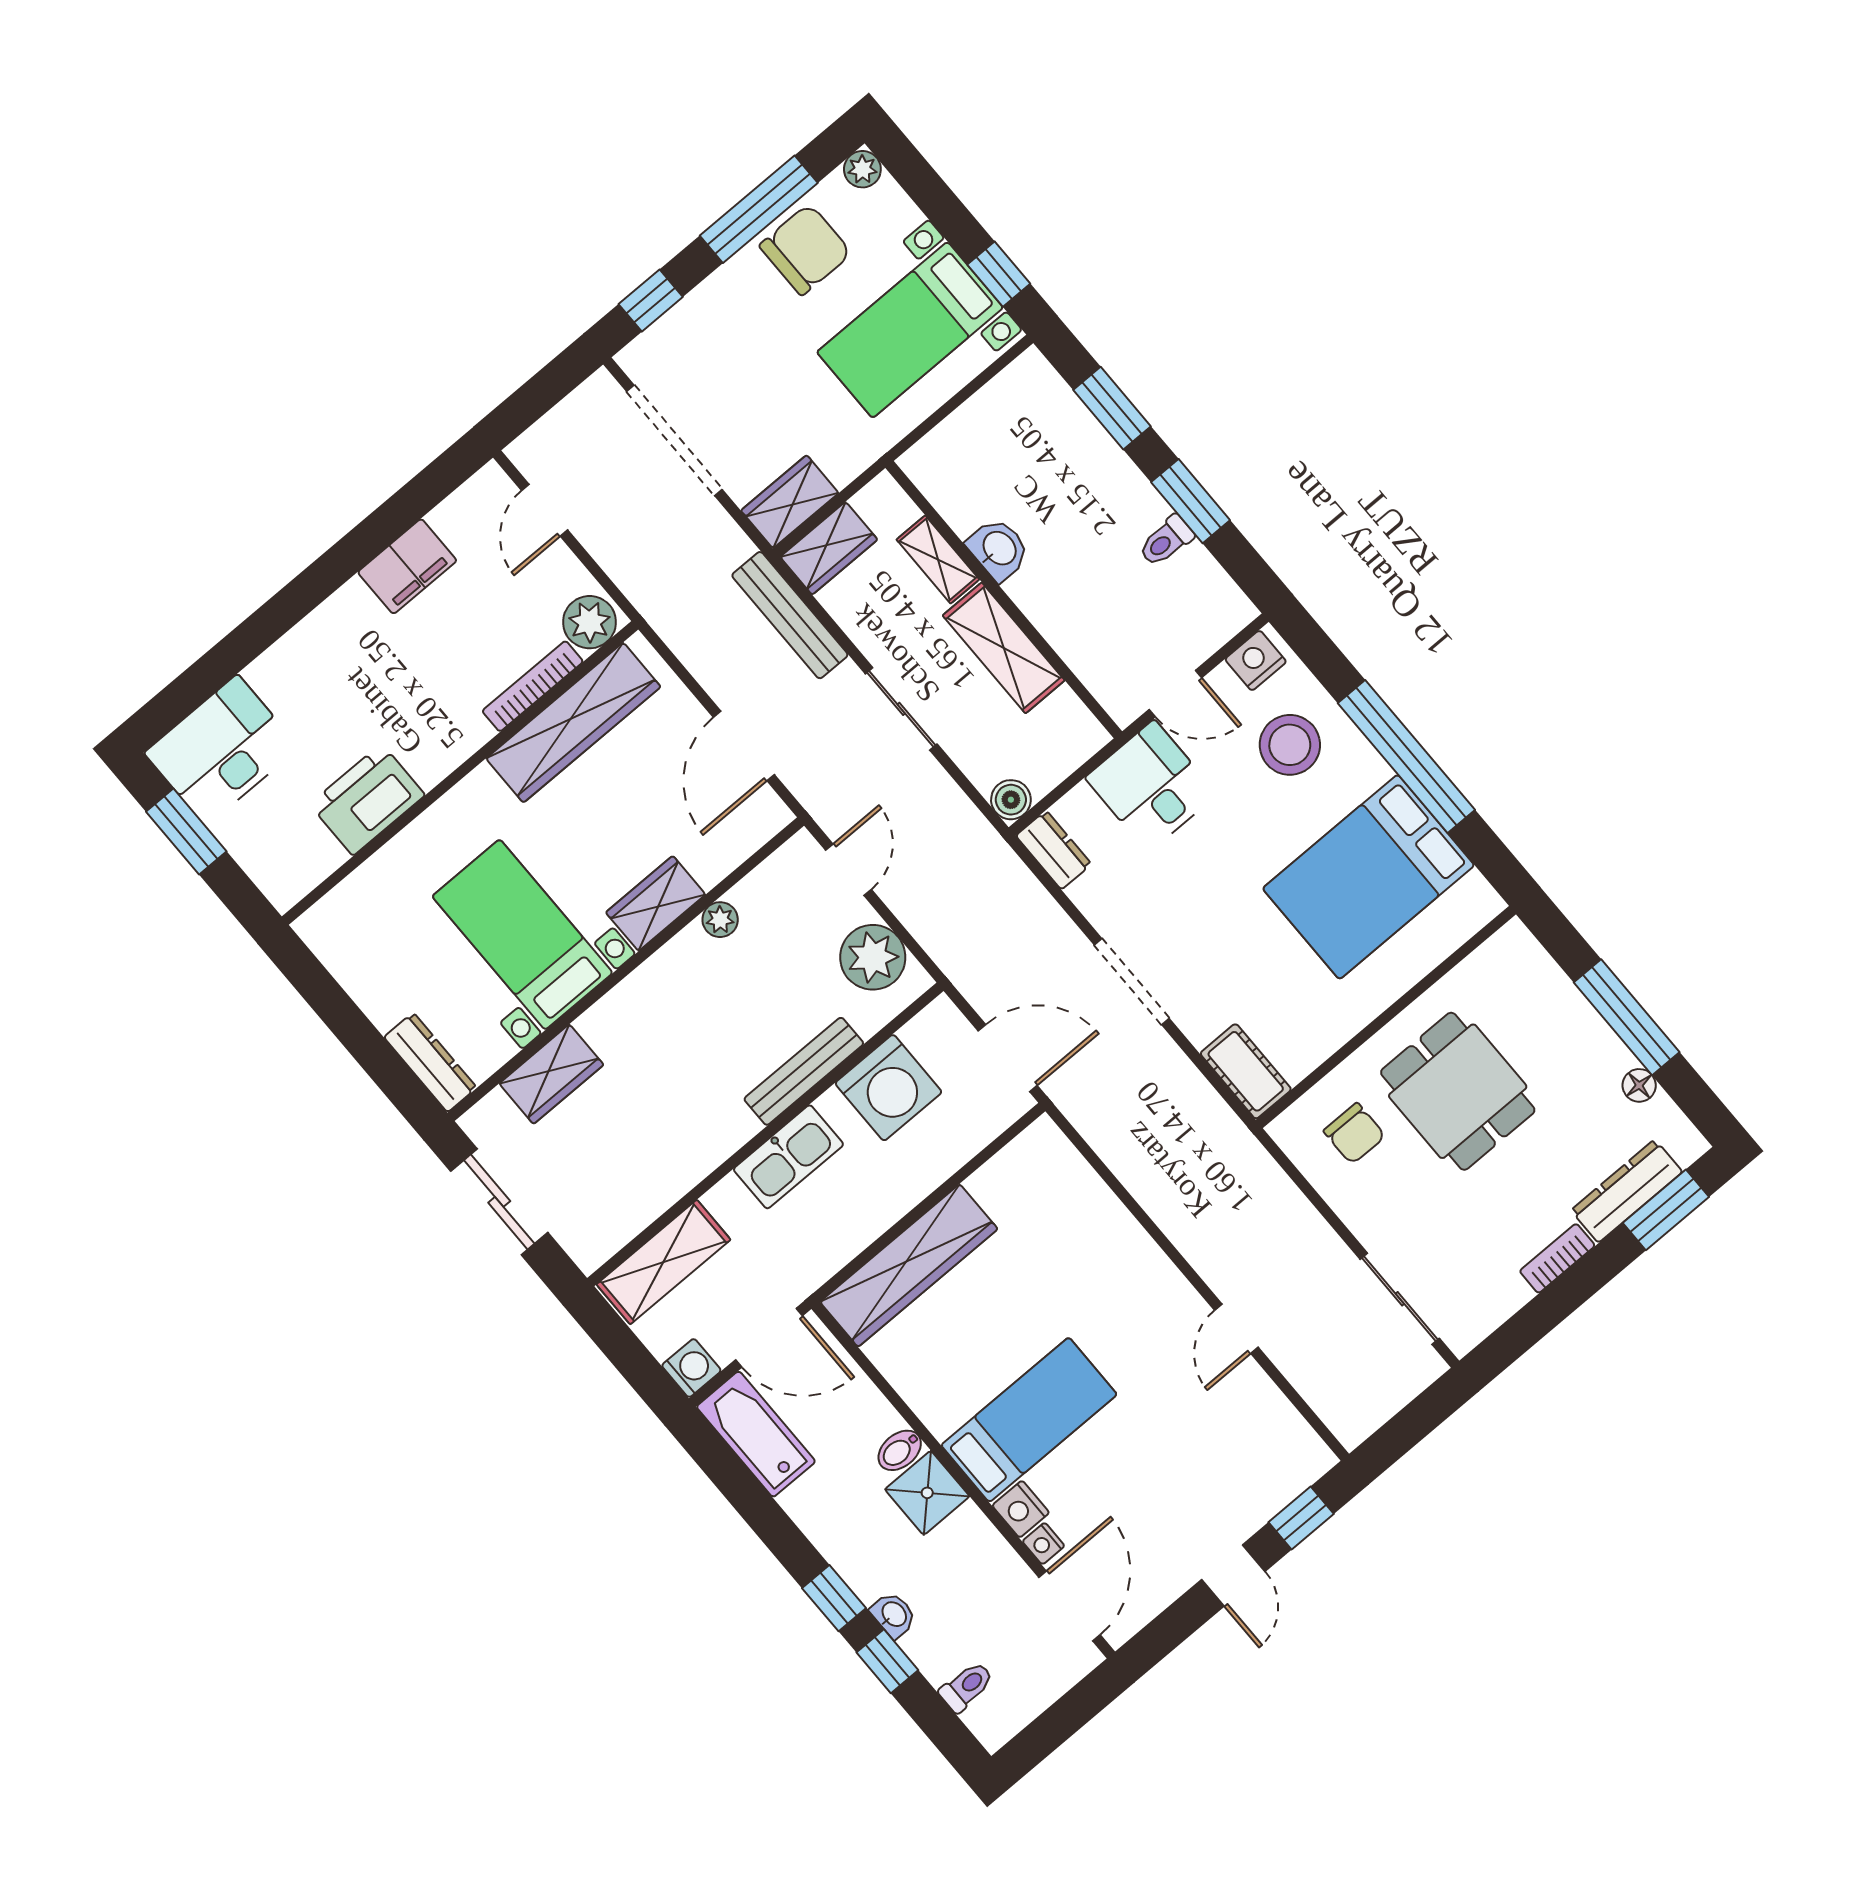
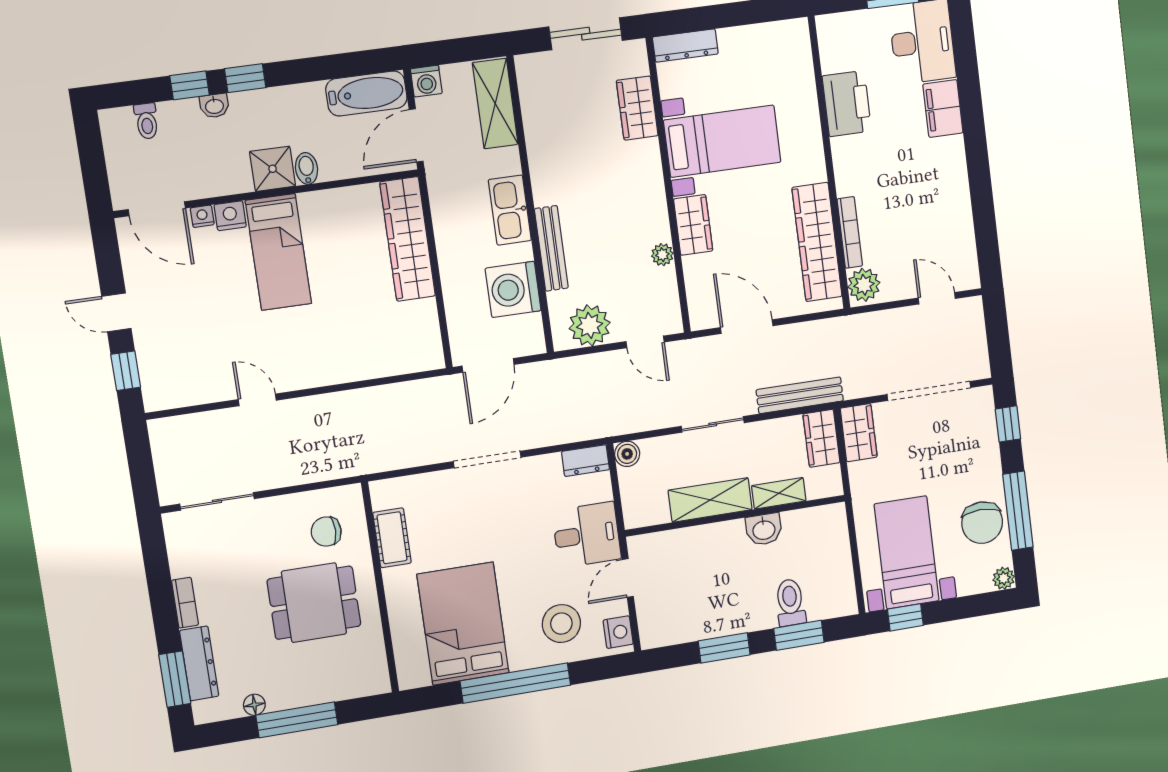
toilet: (1166, 541) -> (790, 602), moved, width x1.37, depth x1.39
filing cabinet: (407, 566) -> (943, 109), moved
cot: (1246, 1071) -> (392, 538), moved, turned 90

